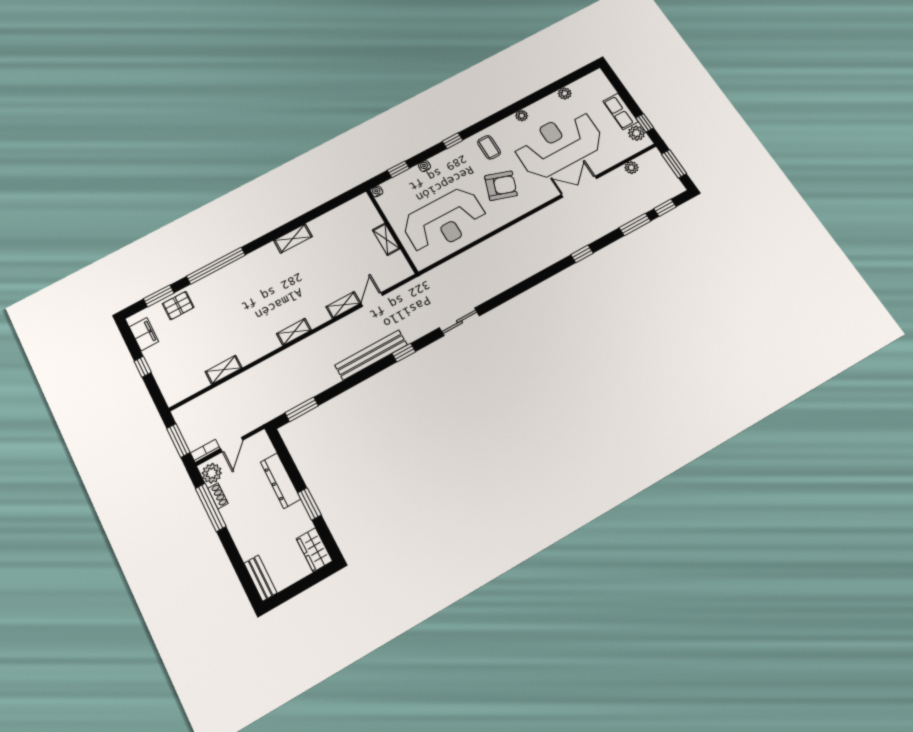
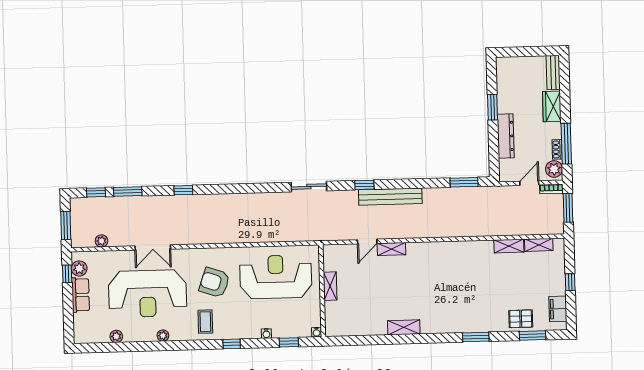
window: (216, 266) -> (476, 337), width x0.47
shelving: (294, 332) -> (539, 245), moved
wardrobe: (314, 550) -> (552, 106), moved, turned 180

